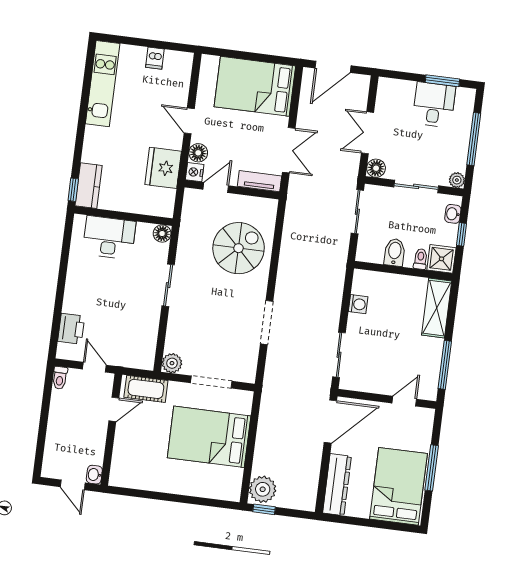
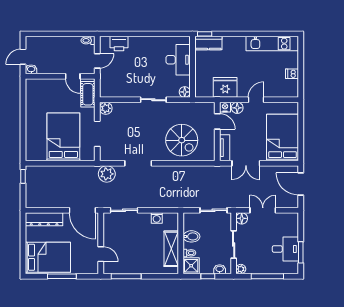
shelving: (437, 308) -> (171, 249), moved, turned 90
plant: (263, 489) -> (107, 174), moved

